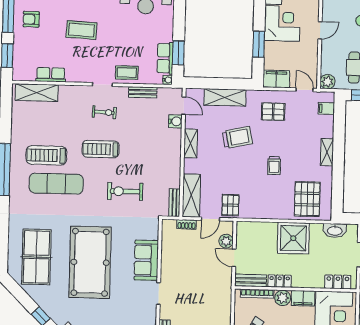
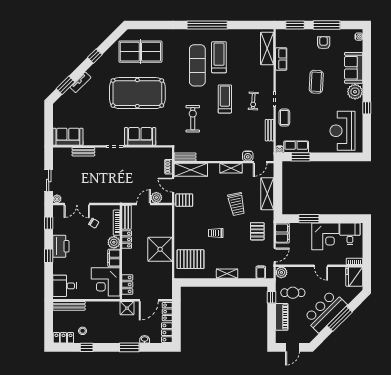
washbasin: (335, 231) -> (167, 281), removed

